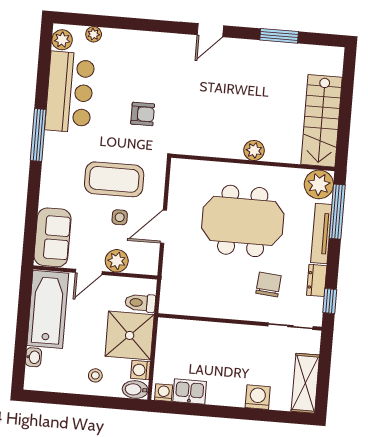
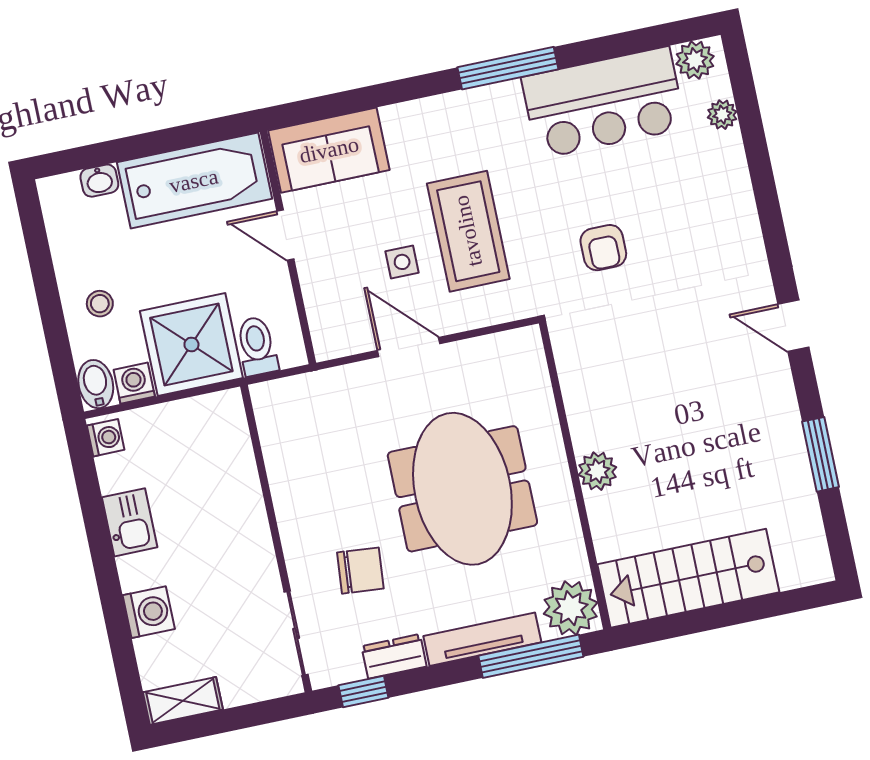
plant: (117, 261) -> (321, 280), removed
shelving: (305, 383) -> (183, 701), width x0.67, depth x0.75
kitchen sink: (190, 392) -> (130, 522), moved

